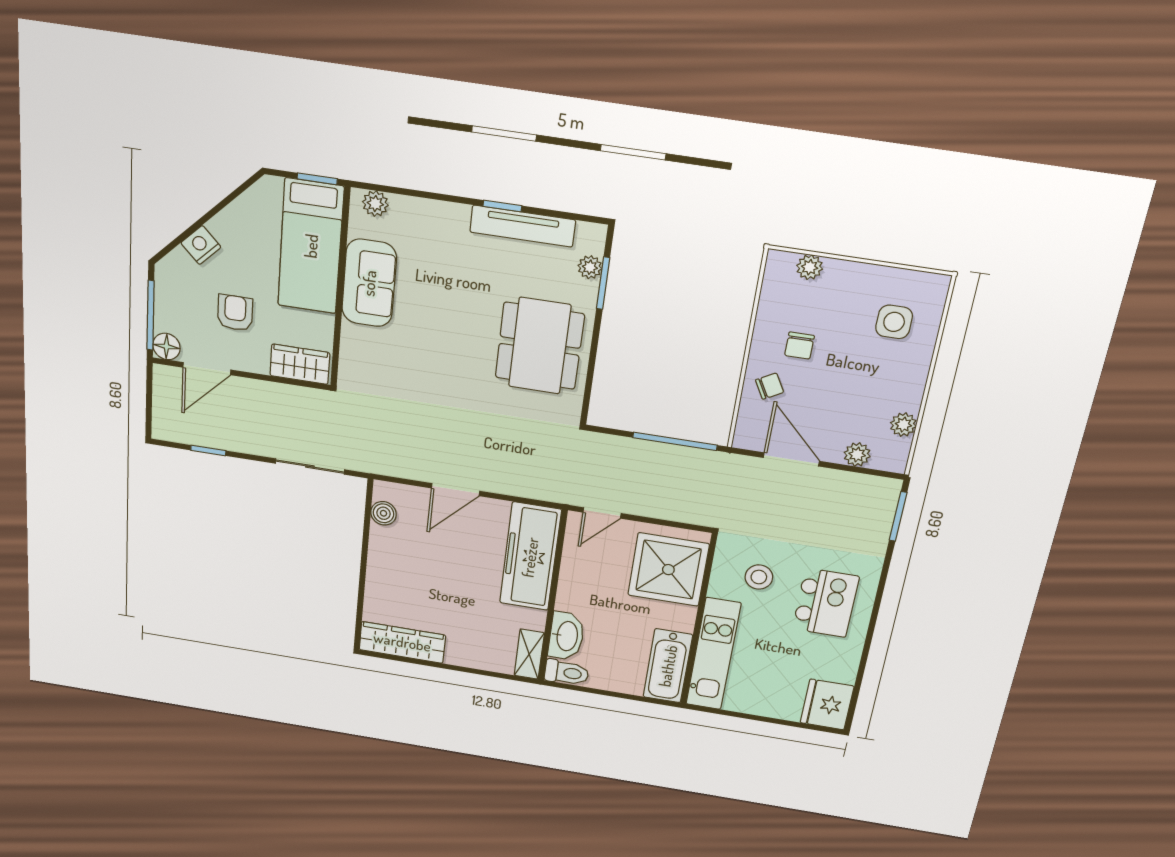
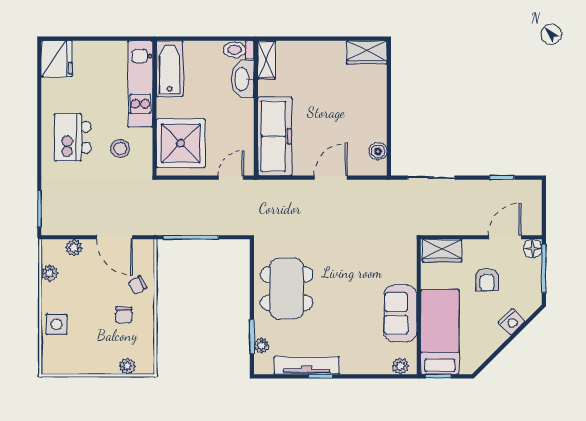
side table: (894, 322) -> (57, 324), moved
chair: (800, 346) -> (124, 315), turned 180
wardrobe: (402, 642) -> (367, 52), width x0.67

